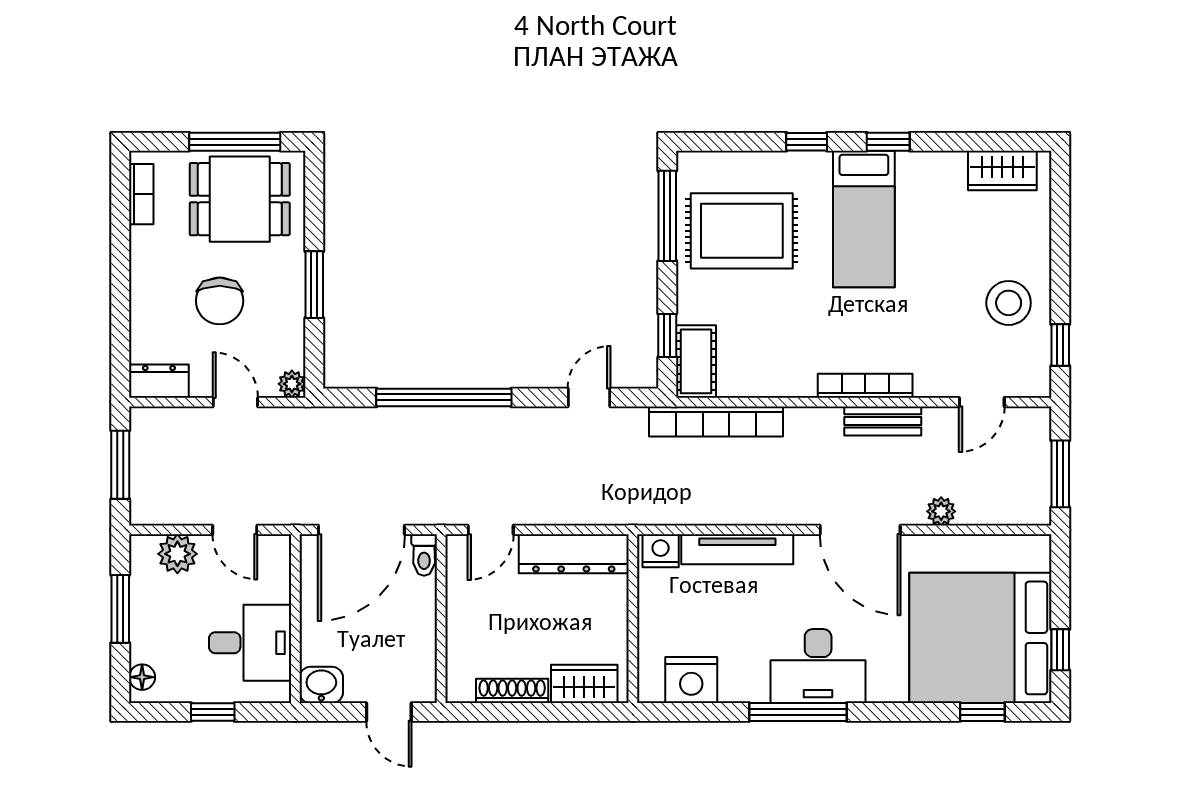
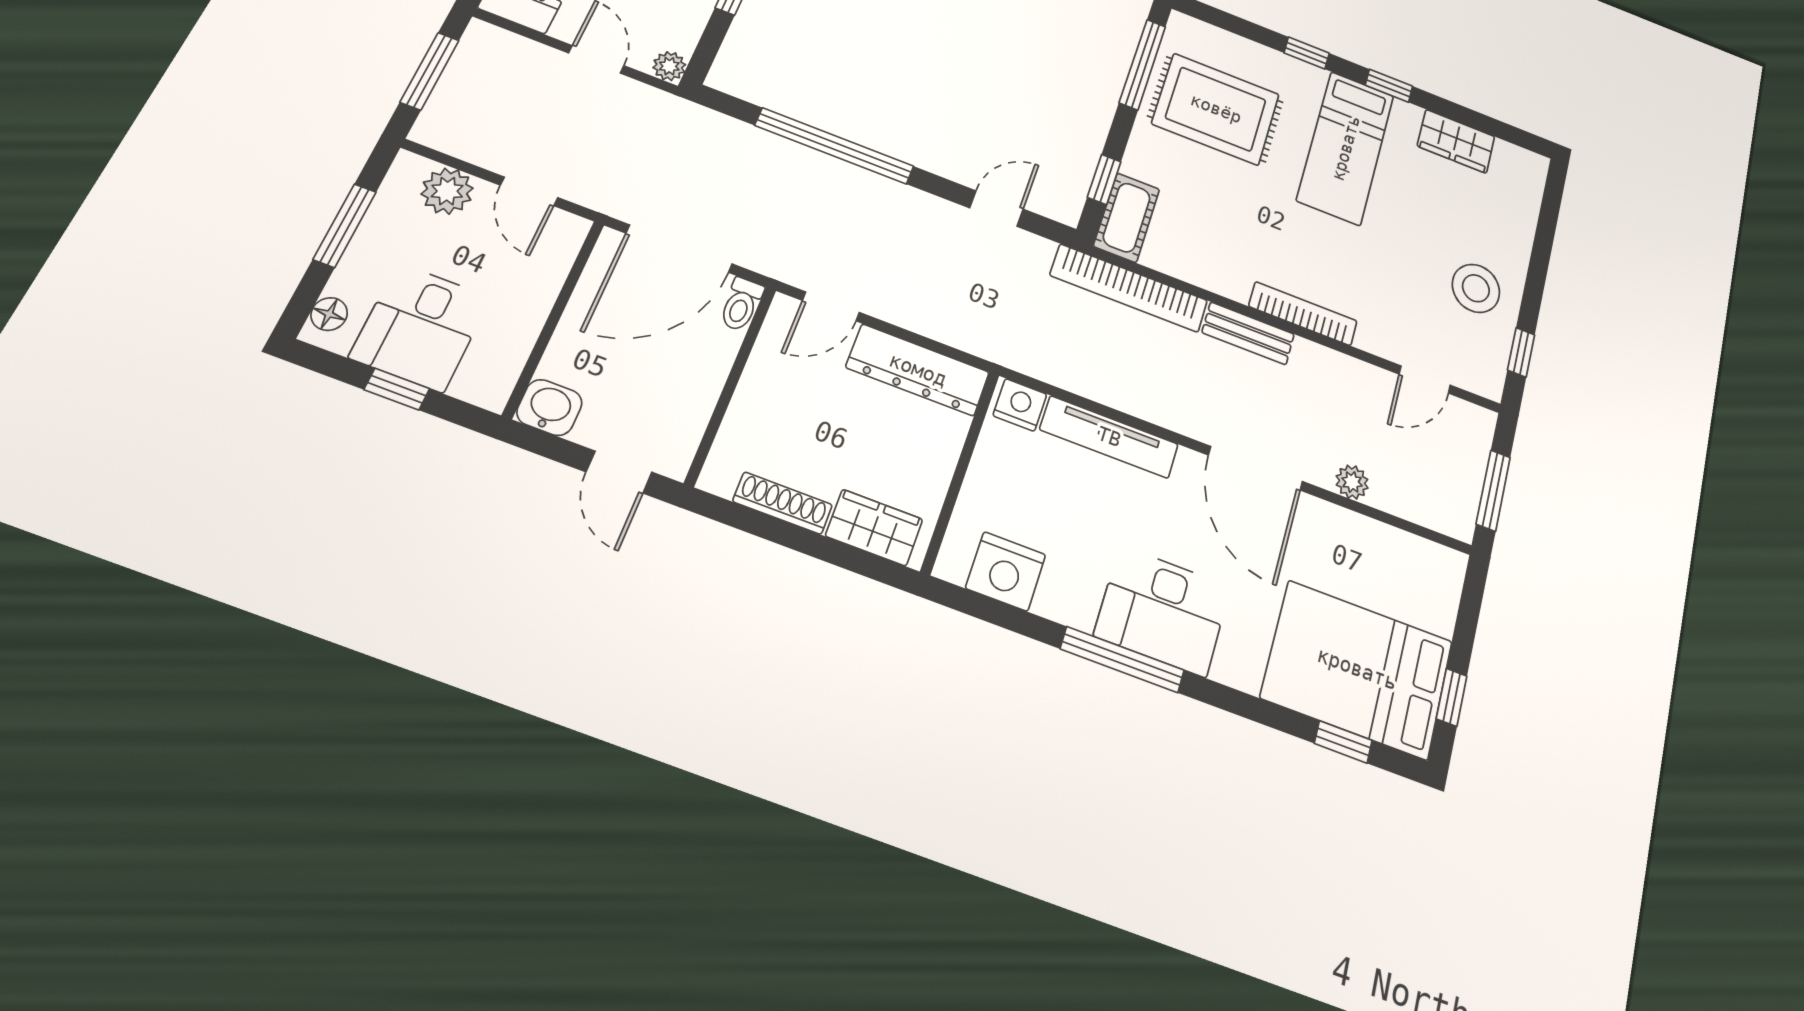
wardrobe: (1002, 170) -> (1456, 141), moved
bench: (883, 421) -> (1248, 333), moved
bed: (980, 638) -> (1357, 669), width x0.73
desk: (250, 643) -> (420, 327), moved, turned 90

